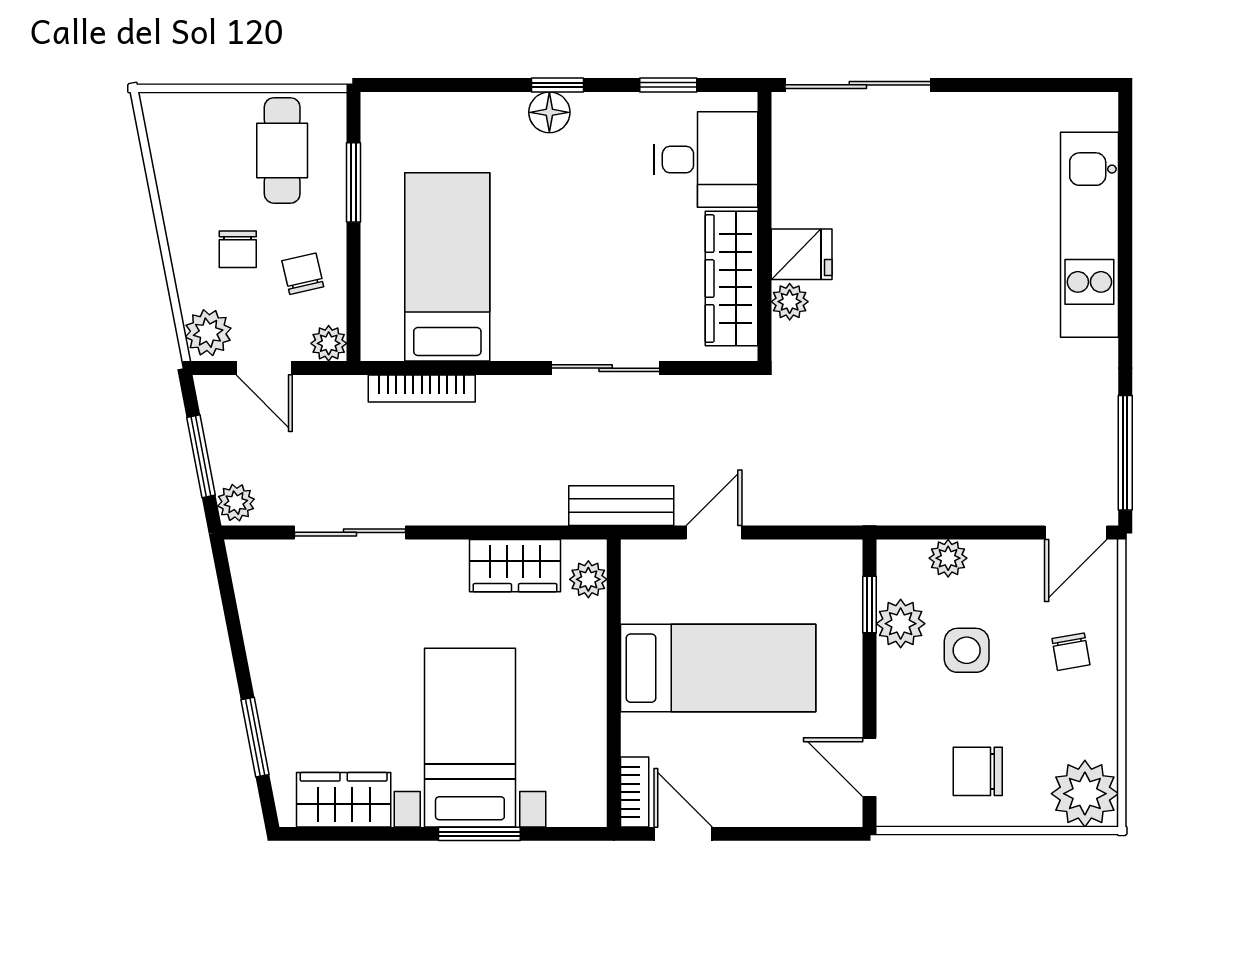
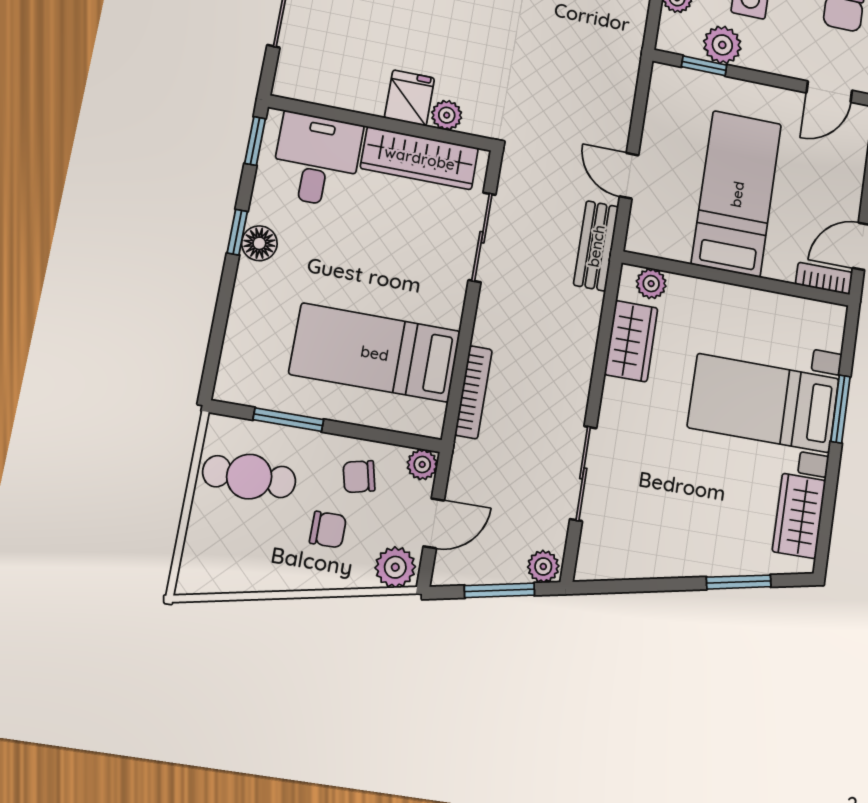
desk: (706, 160) -> (317, 160), moved
wall: (764, 227) -> (381, 123), moved
fridge: (802, 254) -> (409, 98), moved
wardrobe: (731, 279) -> (420, 158), moved
plant: (790, 302) -> (447, 115), moved

